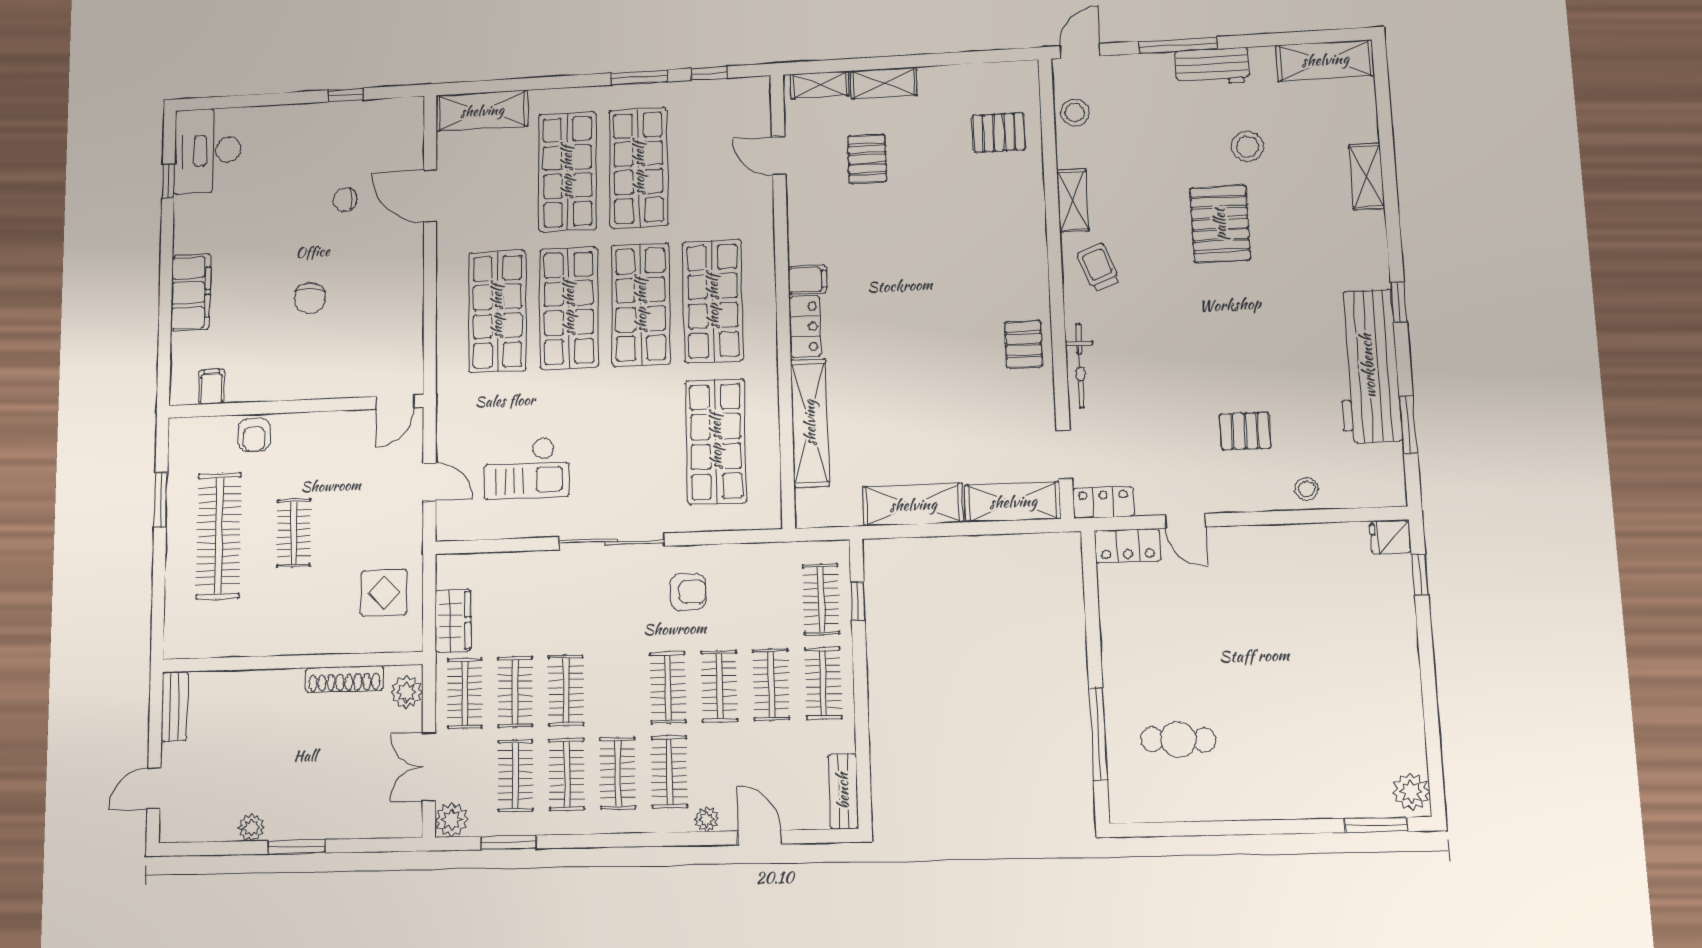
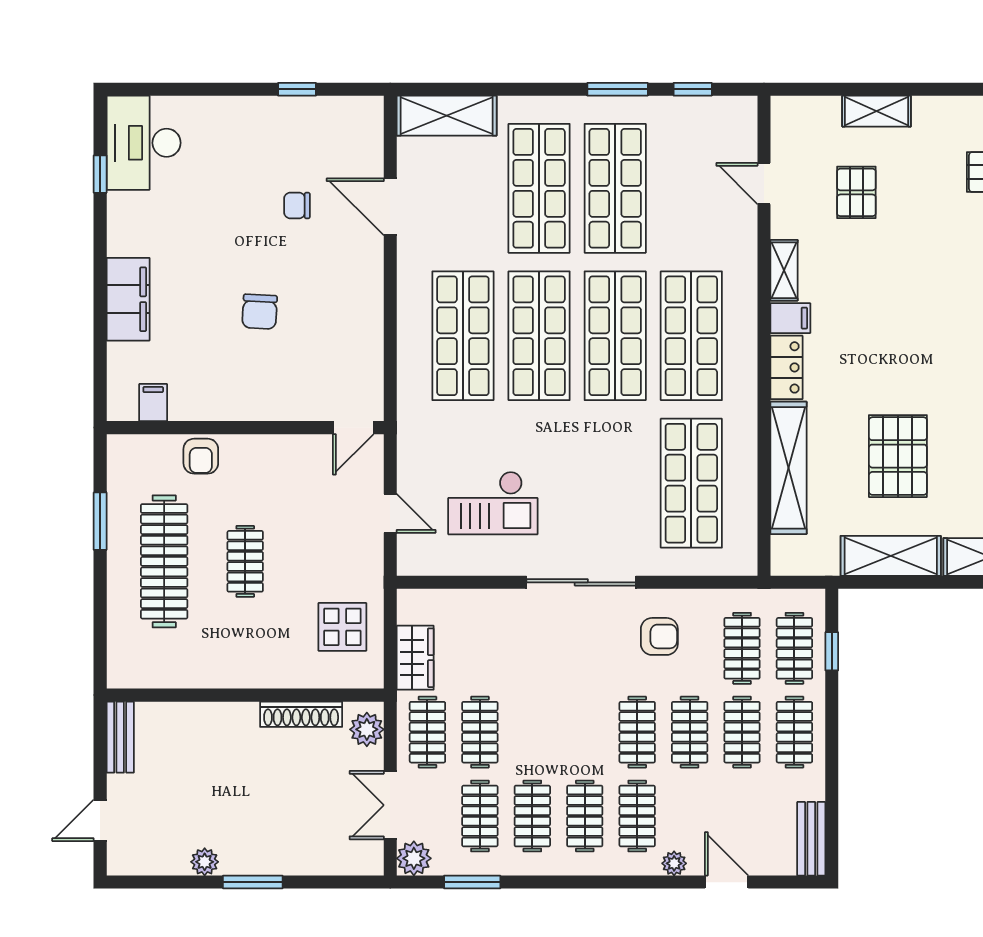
shelving: (820, 85) -> (784, 270), moved, turned 90
pallet: (917, 407) -> (898, 456), added
clothes rail: (566, 690) -> (742, 648), moved

